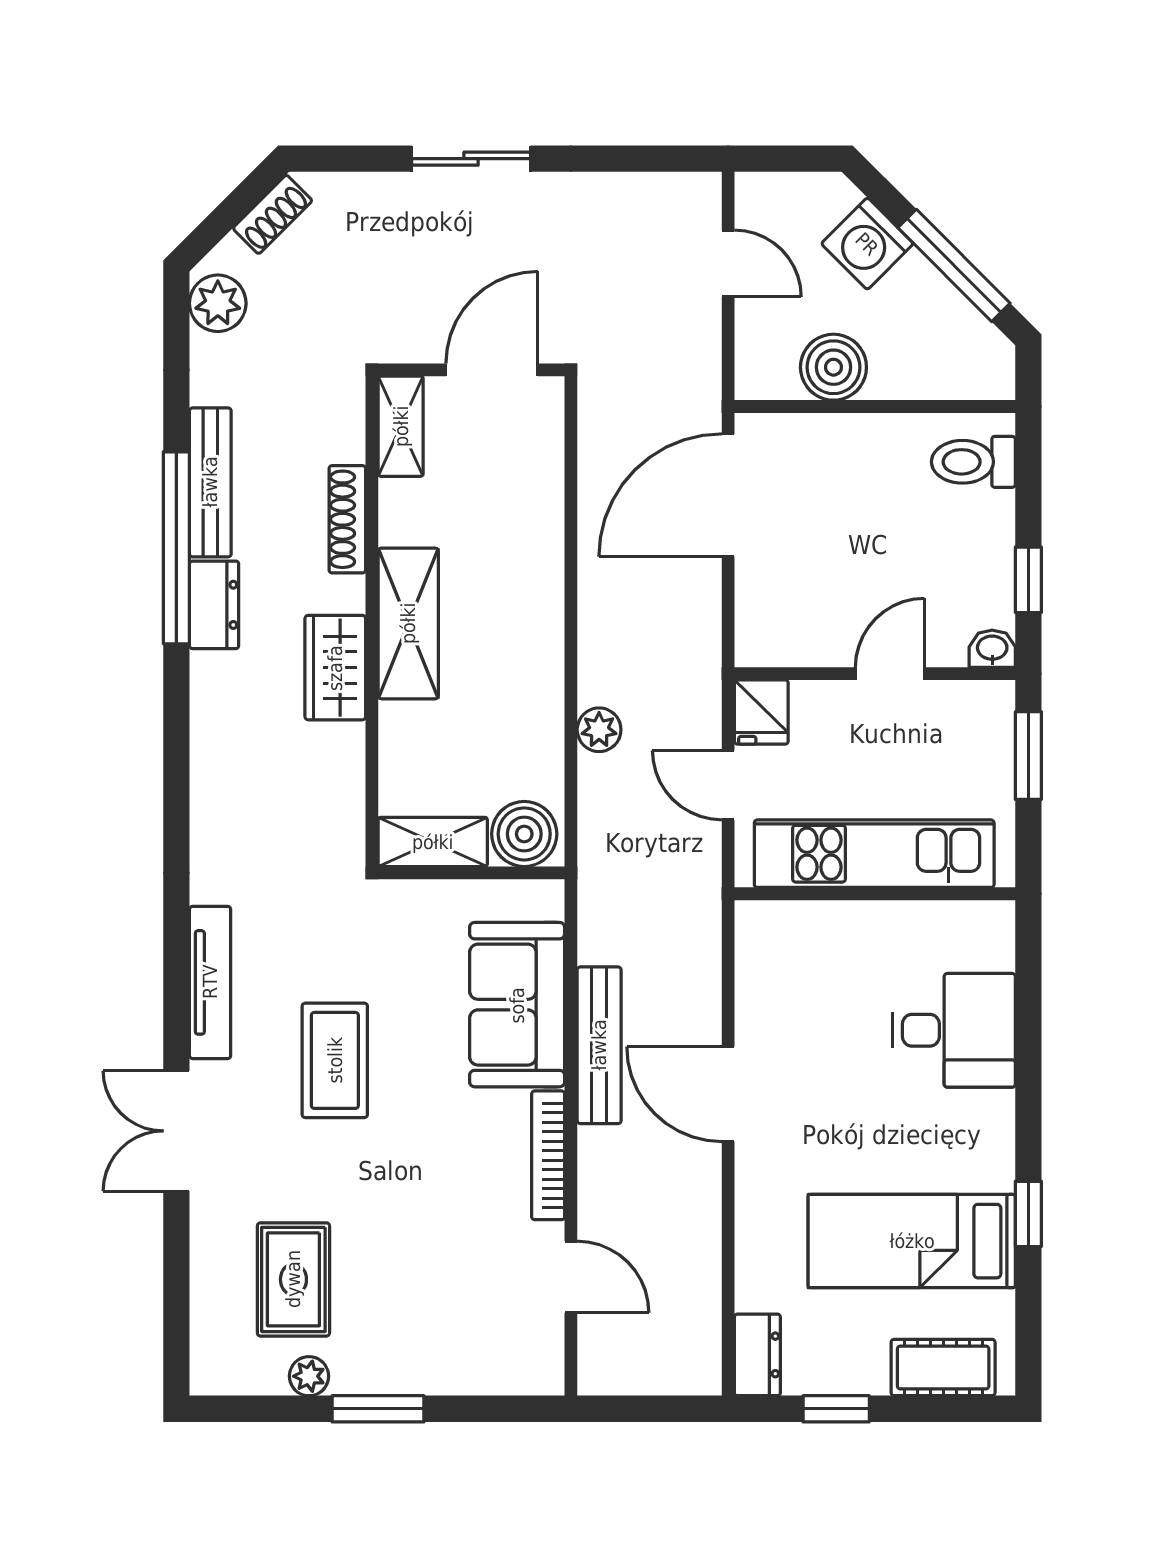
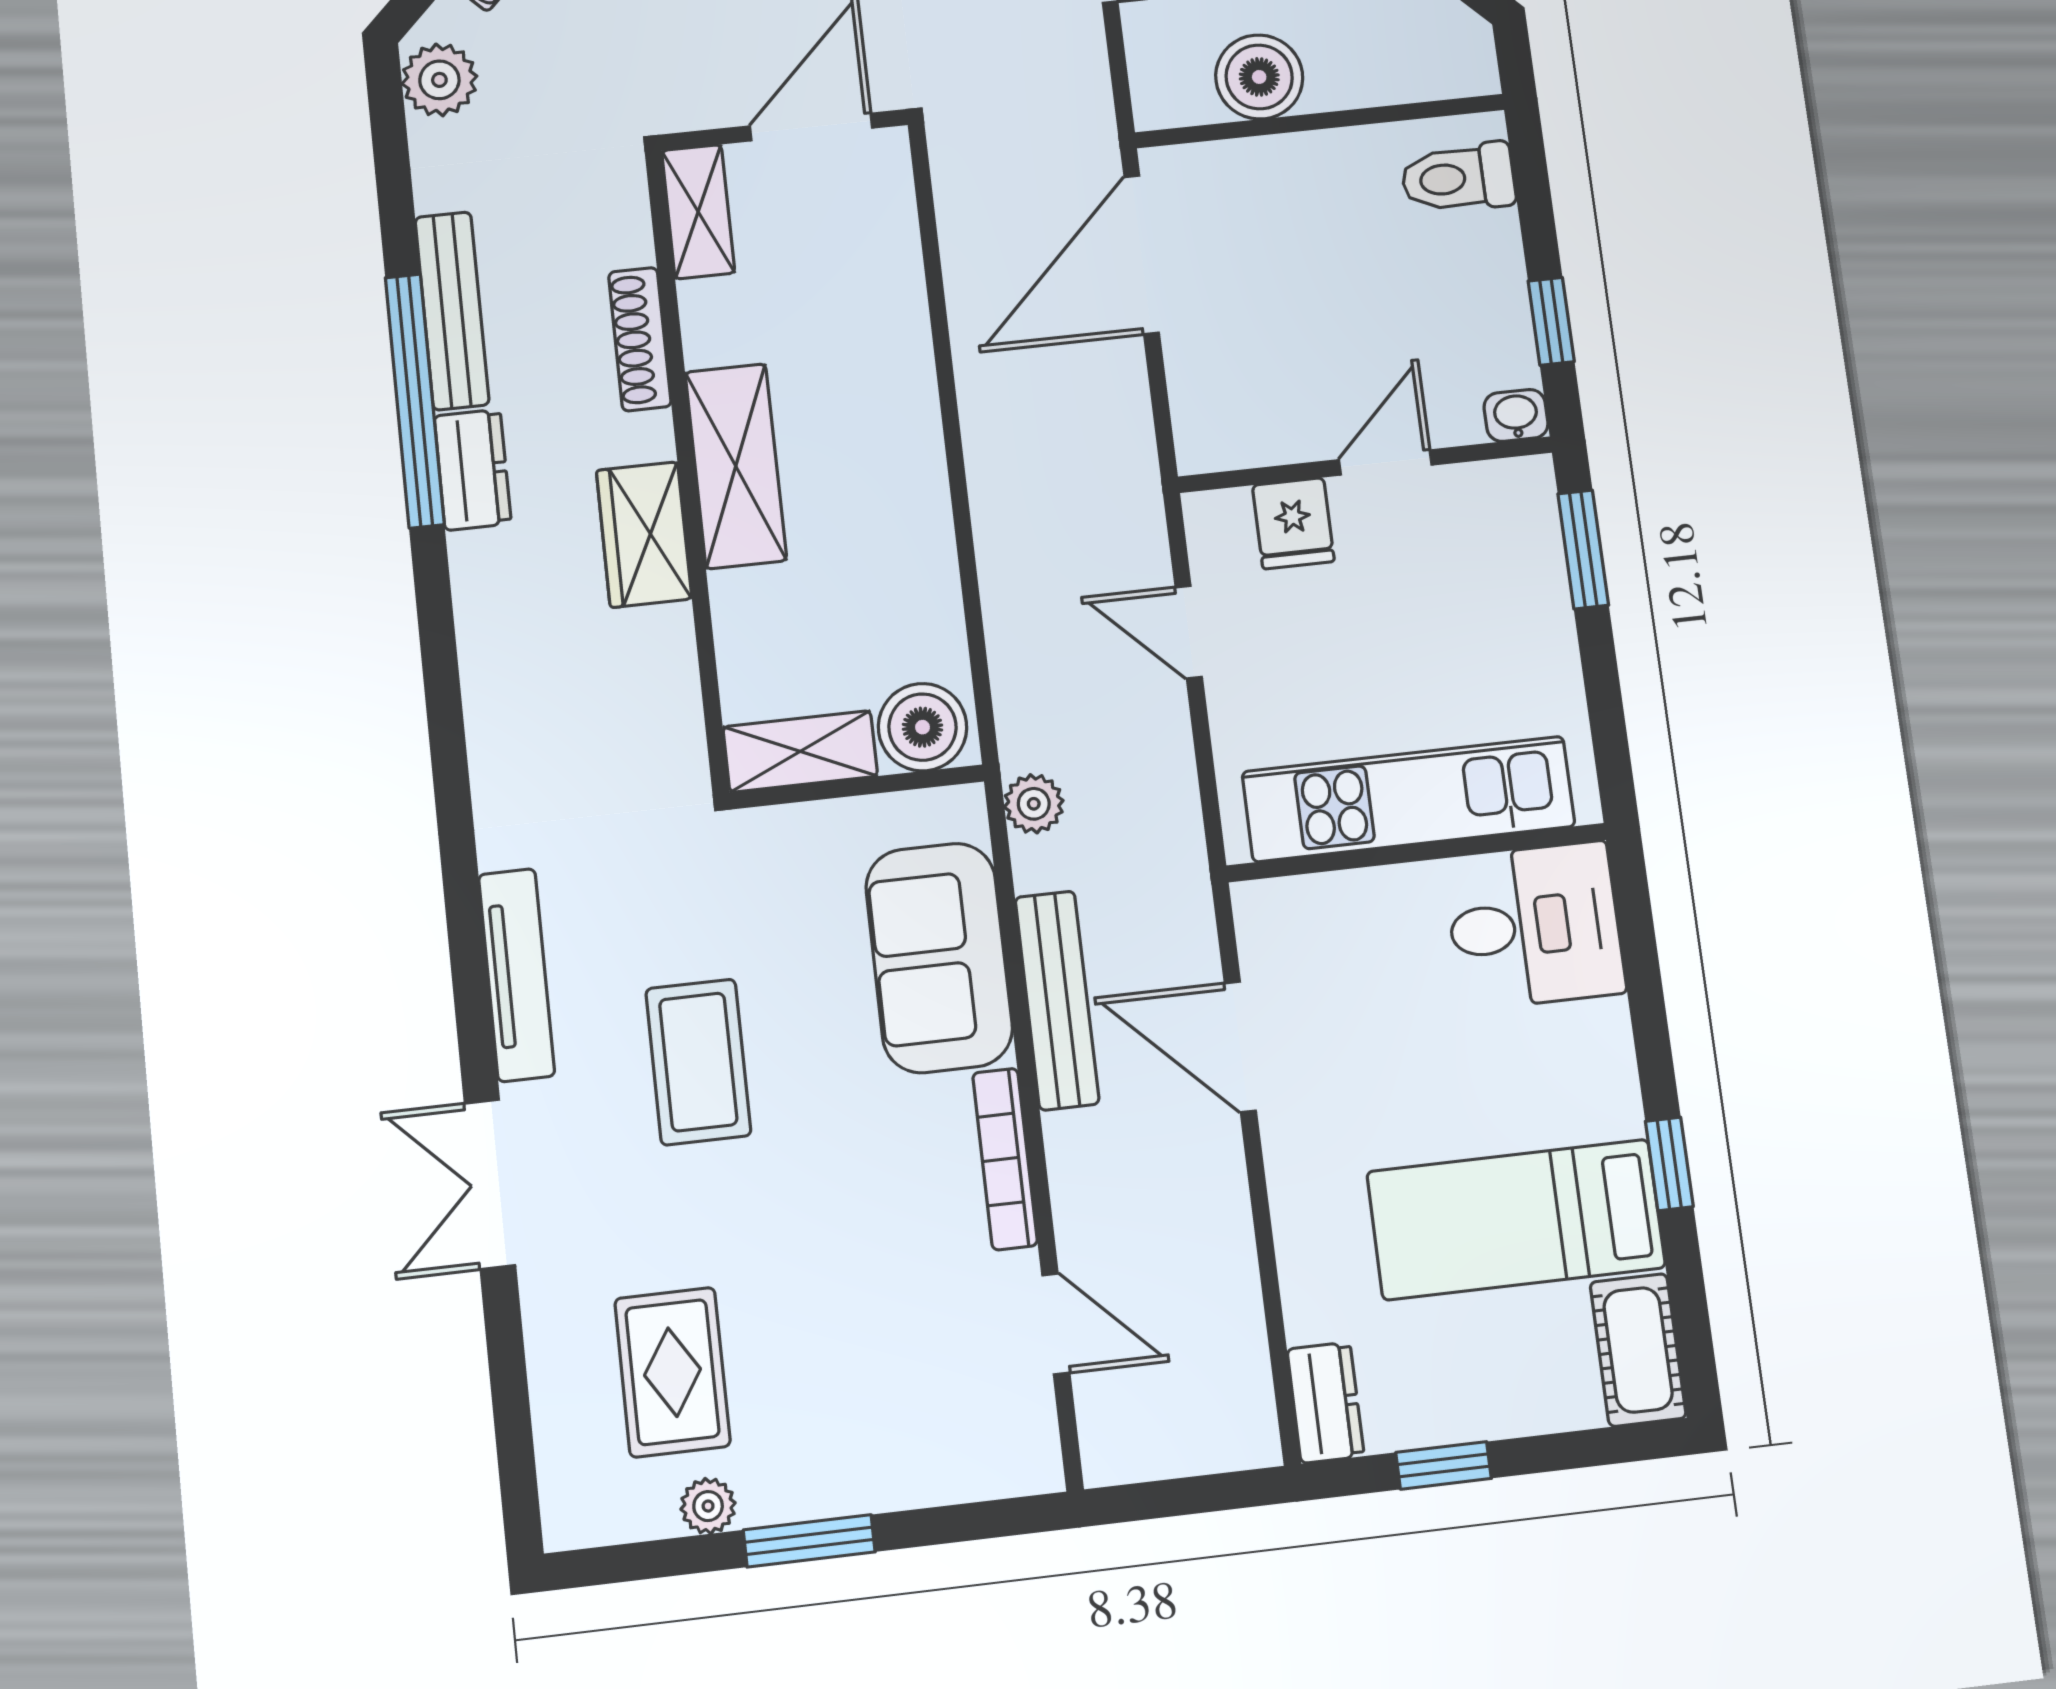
fridge: (761, 712) -> (1293, 523), moved
plant: (599, 730) -> (1034, 804), moved
kitchen unit: (874, 854) -> (1409, 799), moved
wall: (875, 894) -> (1417, 853), moved
cot: (943, 1368) -> (1638, 1350), moved, turned 90

